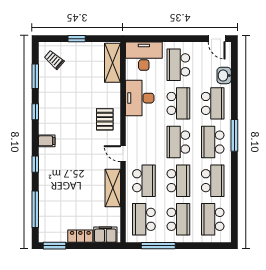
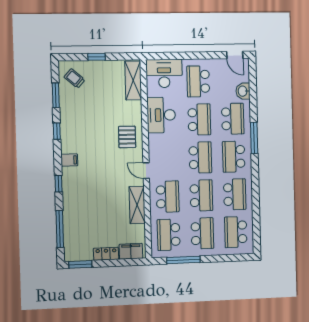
window: (234, 135) -> (254, 138), moved
school desk: (178, 142) -> (200, 158), turned 180

